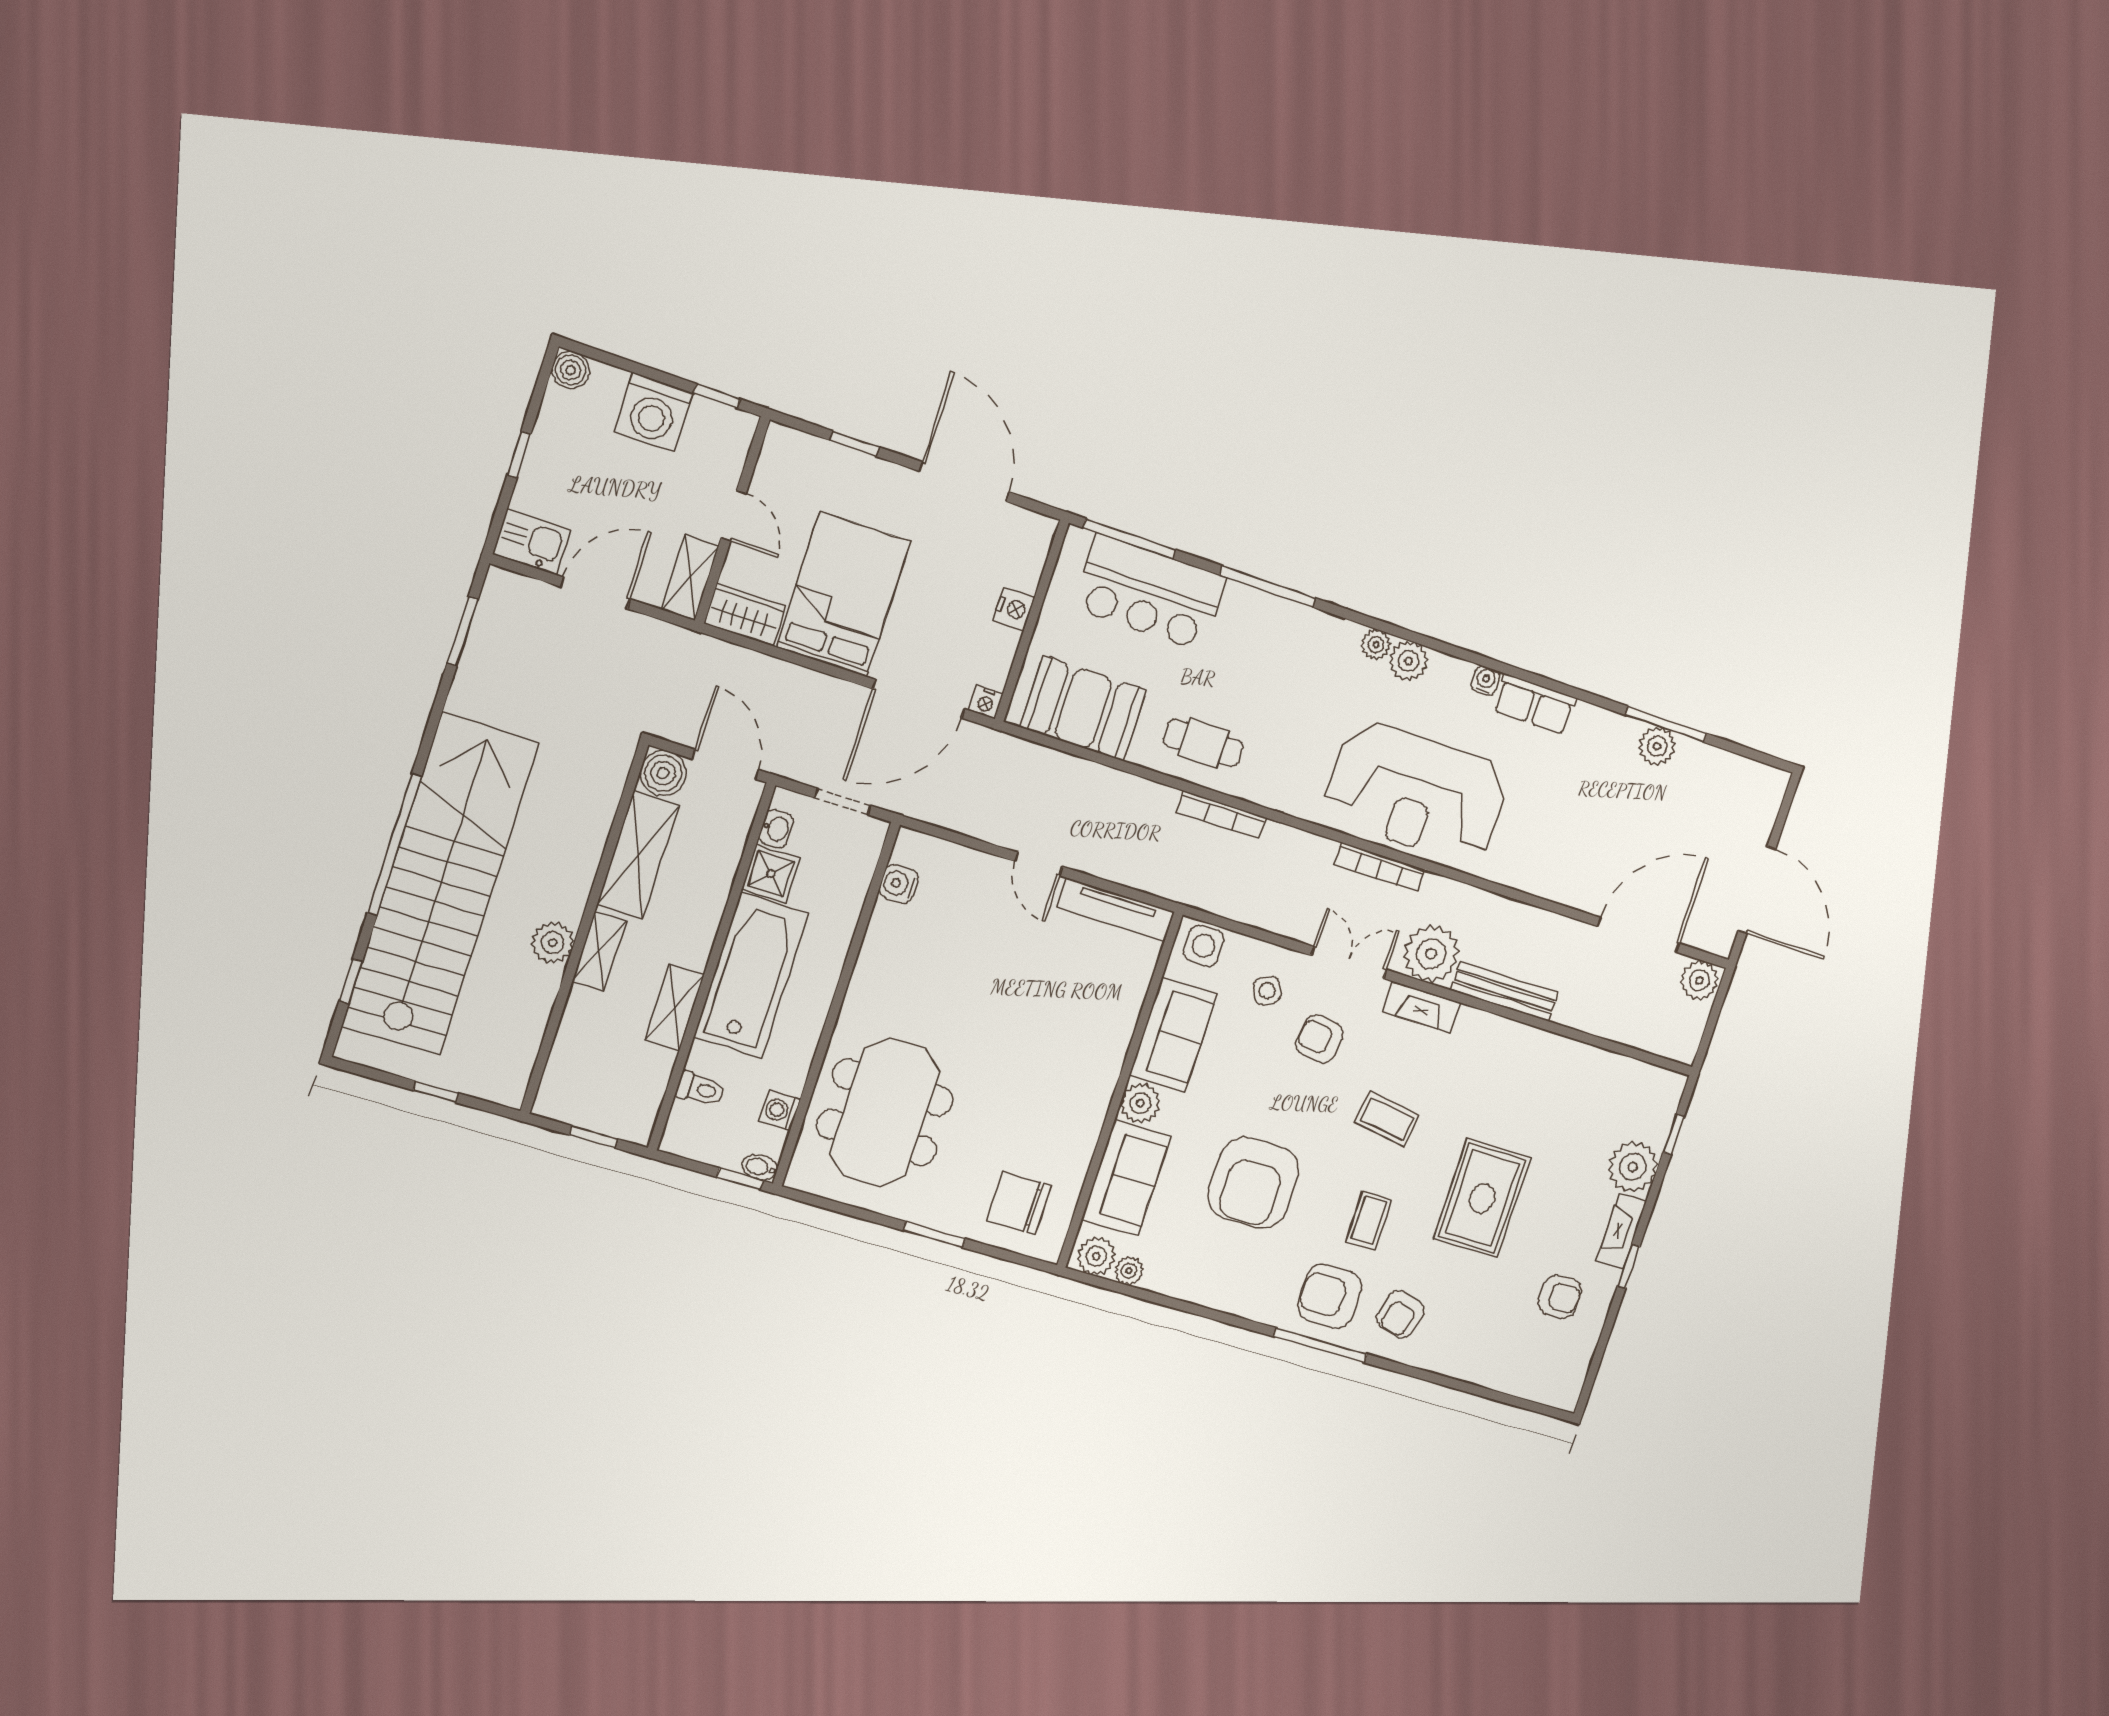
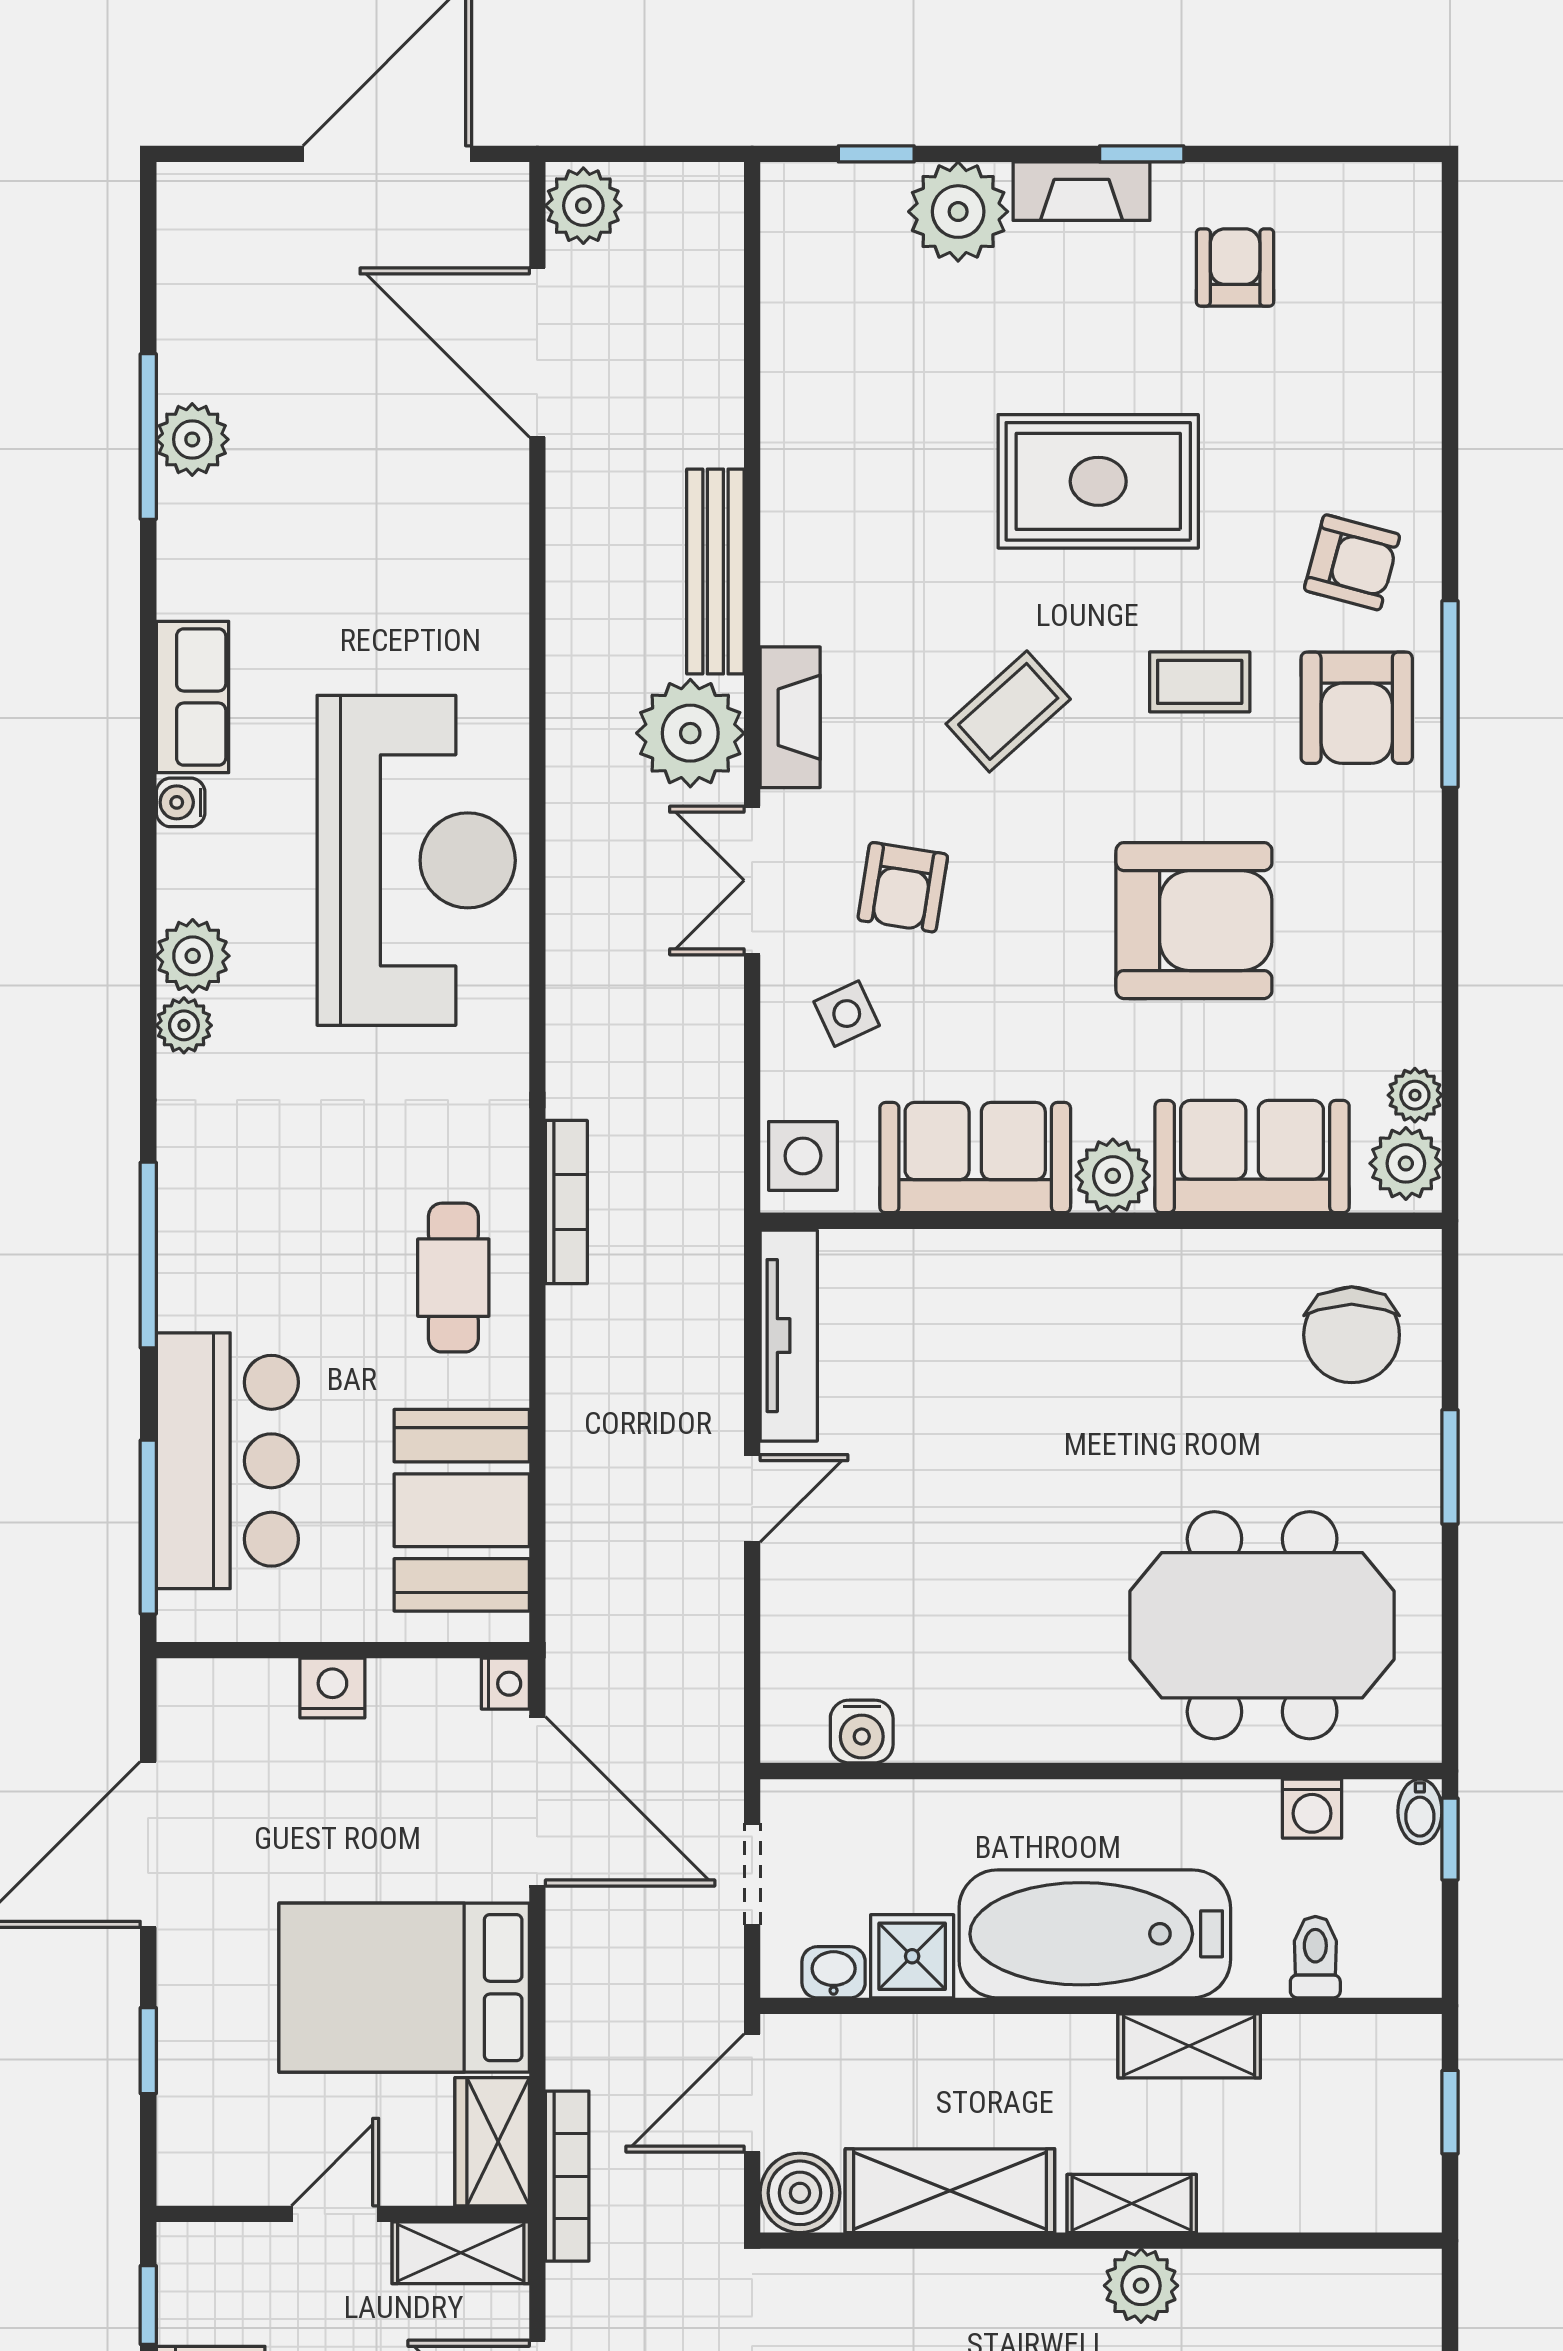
bookcase: (1380, 867) -> (567, 2176), moved
coffee table: (1387, 1119) -> (1008, 711), turned 40

